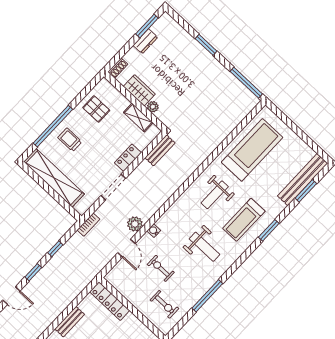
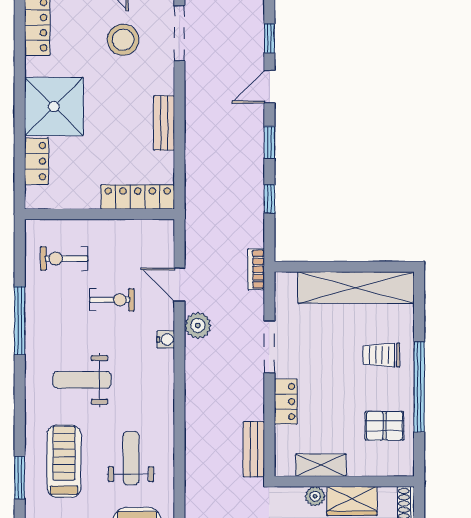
window: (53, 126) -> (419, 387), moved
trolley: (70, 140) -> (381, 355), turned 180

